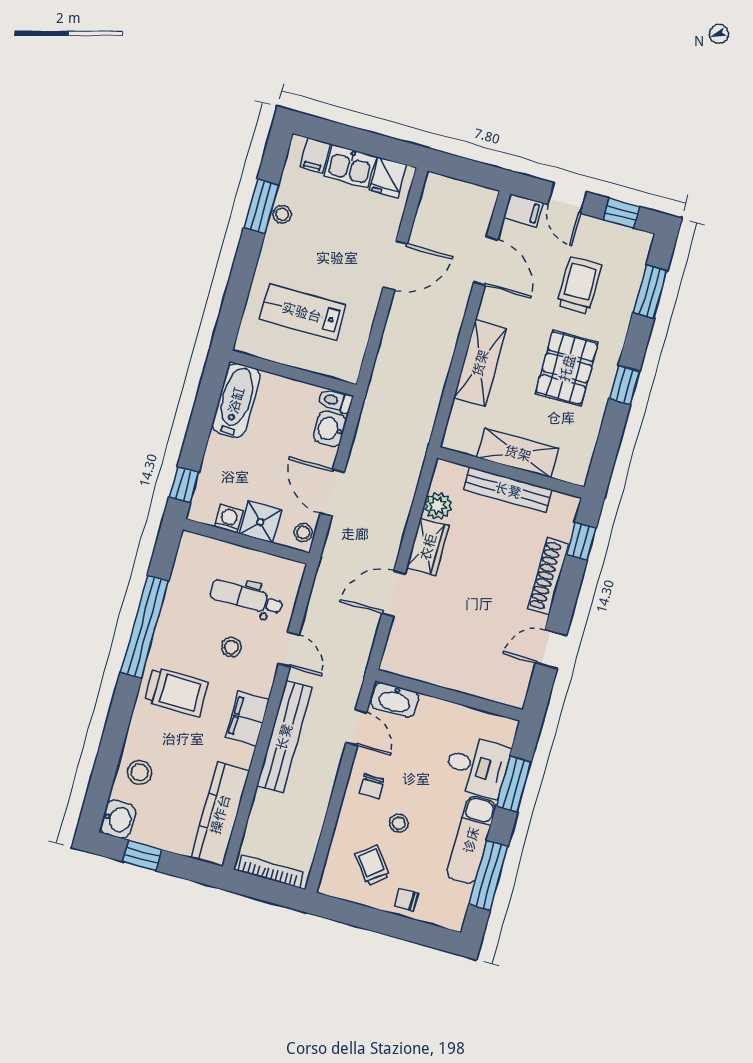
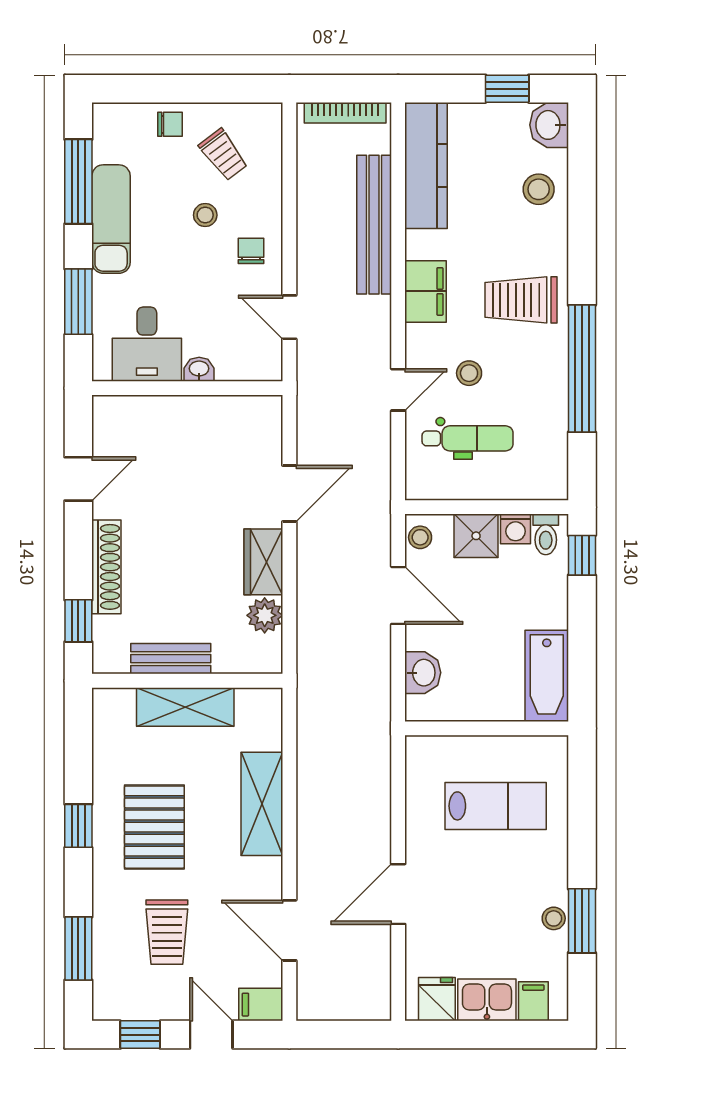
toilet: (335, 401) -> (546, 534), moved, turned 90
bench: (508, 490) -> (171, 659), width x0.73
door: (289, 649) -> (398, 390), swing flipped
washbasin: (395, 700) -> (199, 369), moved, width x0.52, depth x0.69
bench: (284, 737) -> (374, 225), moved
desk: (477, 766) -> (147, 344), moved, turned -90

